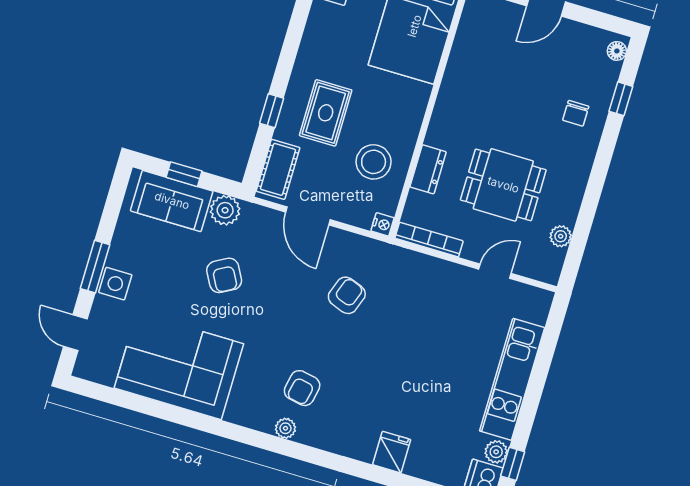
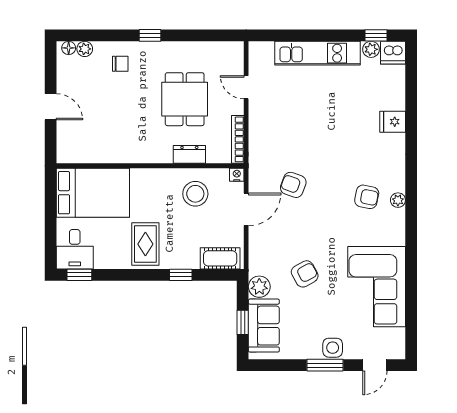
window: (621, 99) -> (150, 35), moved
rug: (326, 113) -> (145, 244), moved, turned 90
door: (308, 216) -> (246, 209), moved
plant: (561, 236) -> (85, 49), moved

